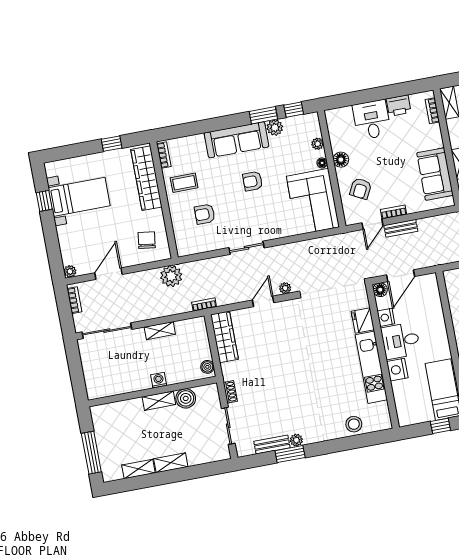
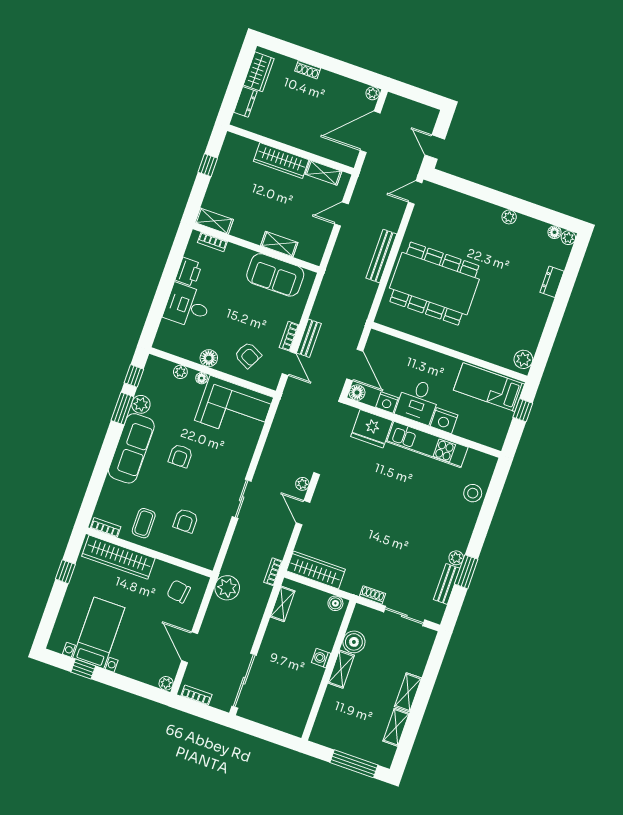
fridge: (363, 320) -> (372, 429), width x1.36, depth x1.34
shelving: (160, 331) -> (283, 604), moved

